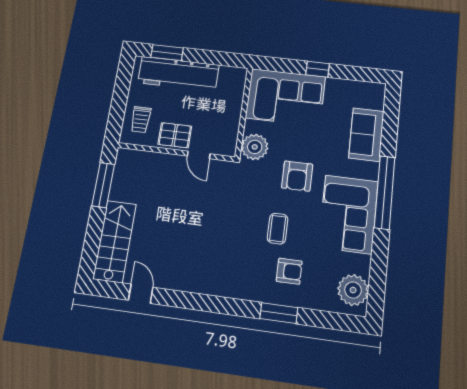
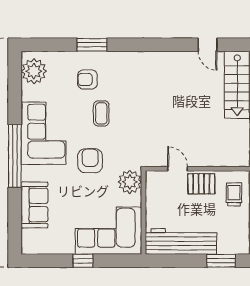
workbench: (178, 74) -> (181, 241), moved

